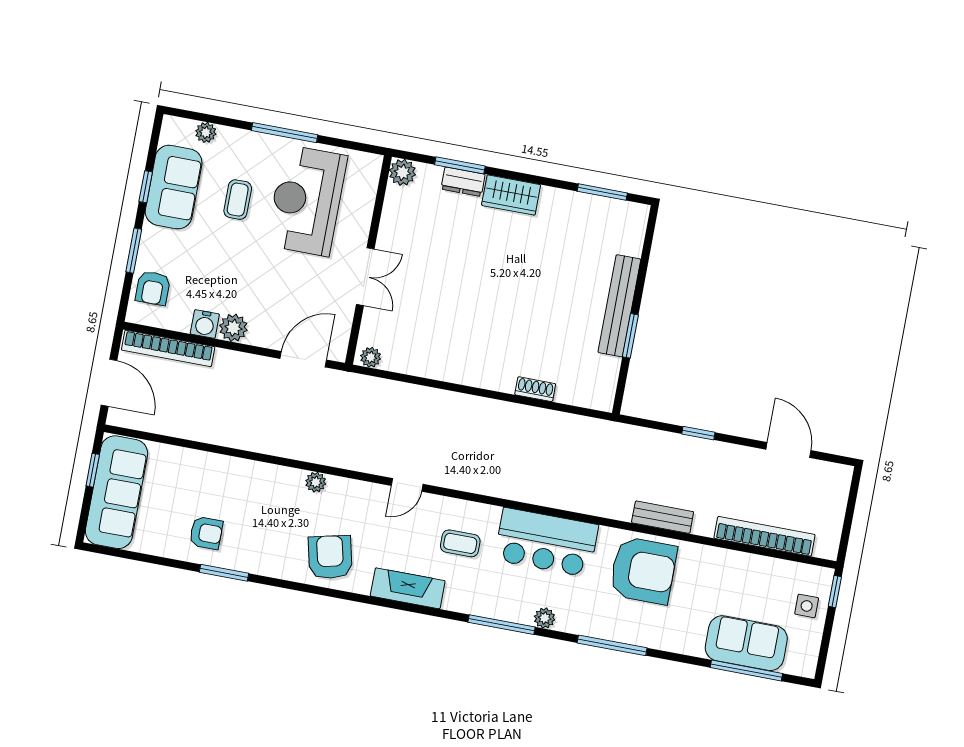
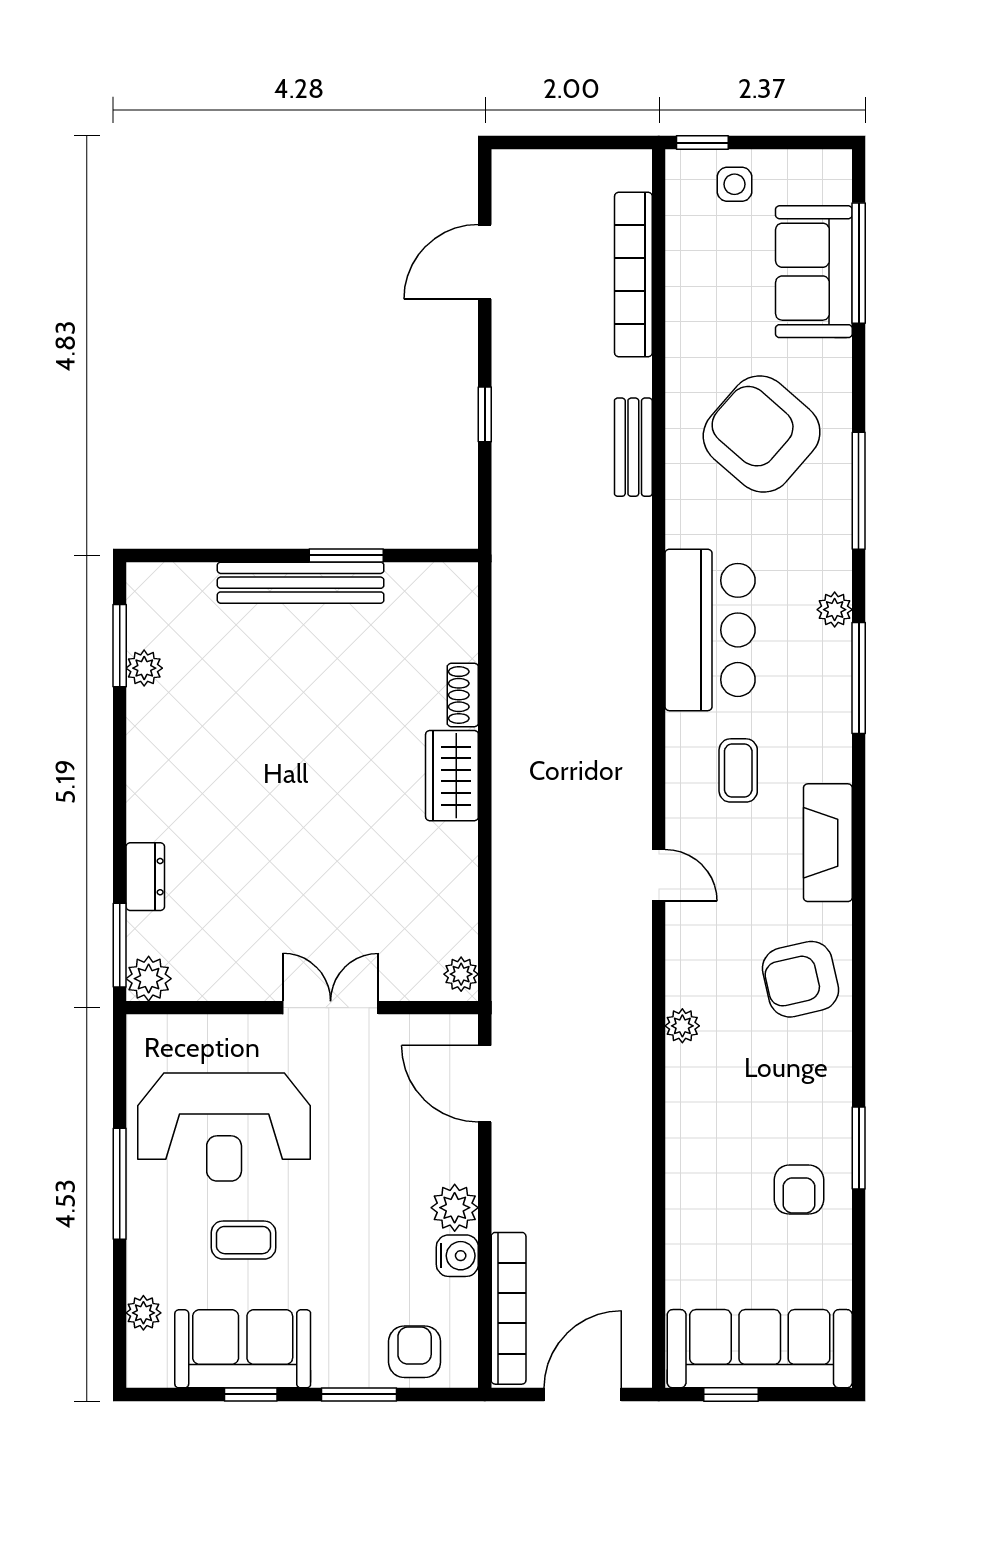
window: (460, 165) -> (120, 945), moved
wardrobe: (511, 195) -> (452, 776), moved, turned 180
plant: (586, 204) -> (144, 668), added
armchair: (153, 288) -> (415, 1352), turned -90
armchair: (206, 533) -> (799, 1190), turned 180
armchair: (643, 570) -> (762, 434), moved, turned -49

